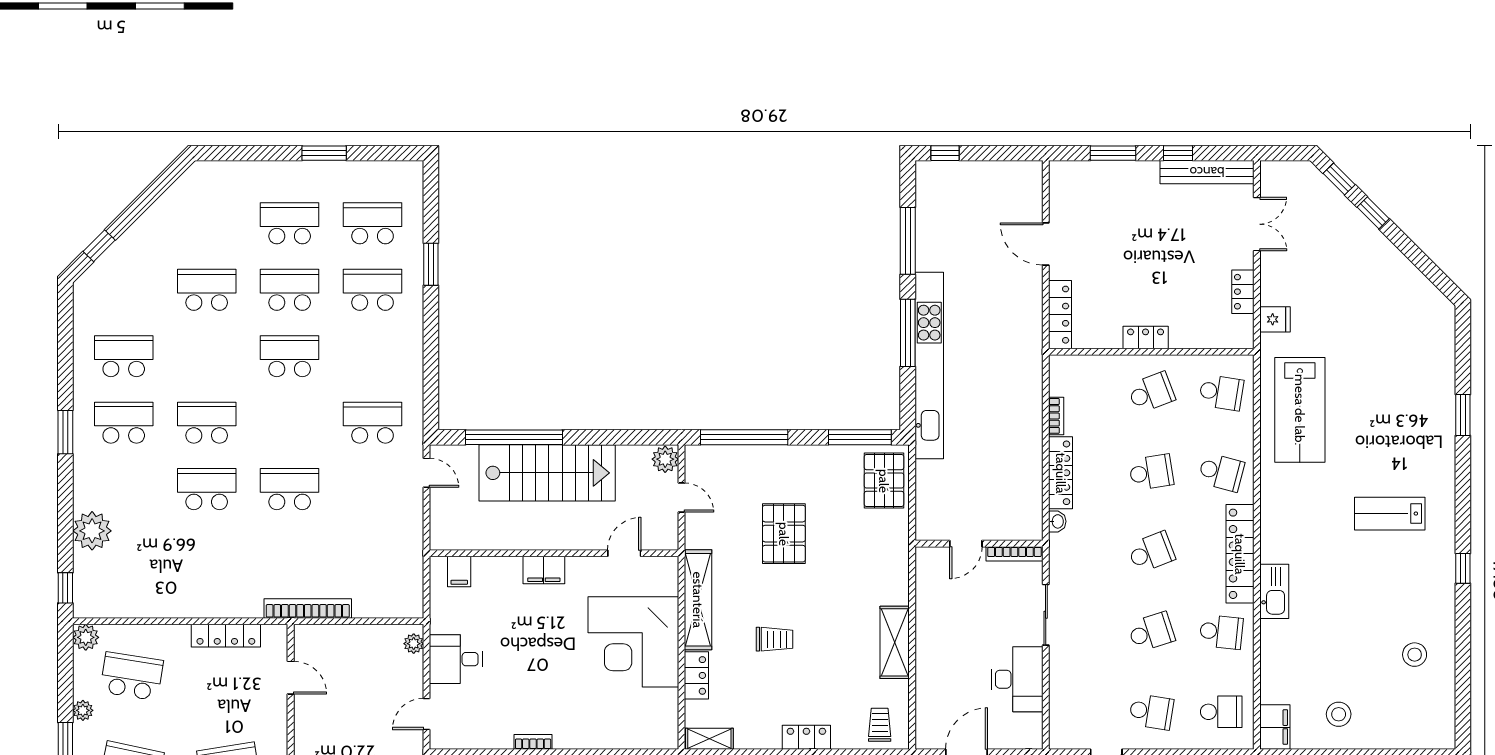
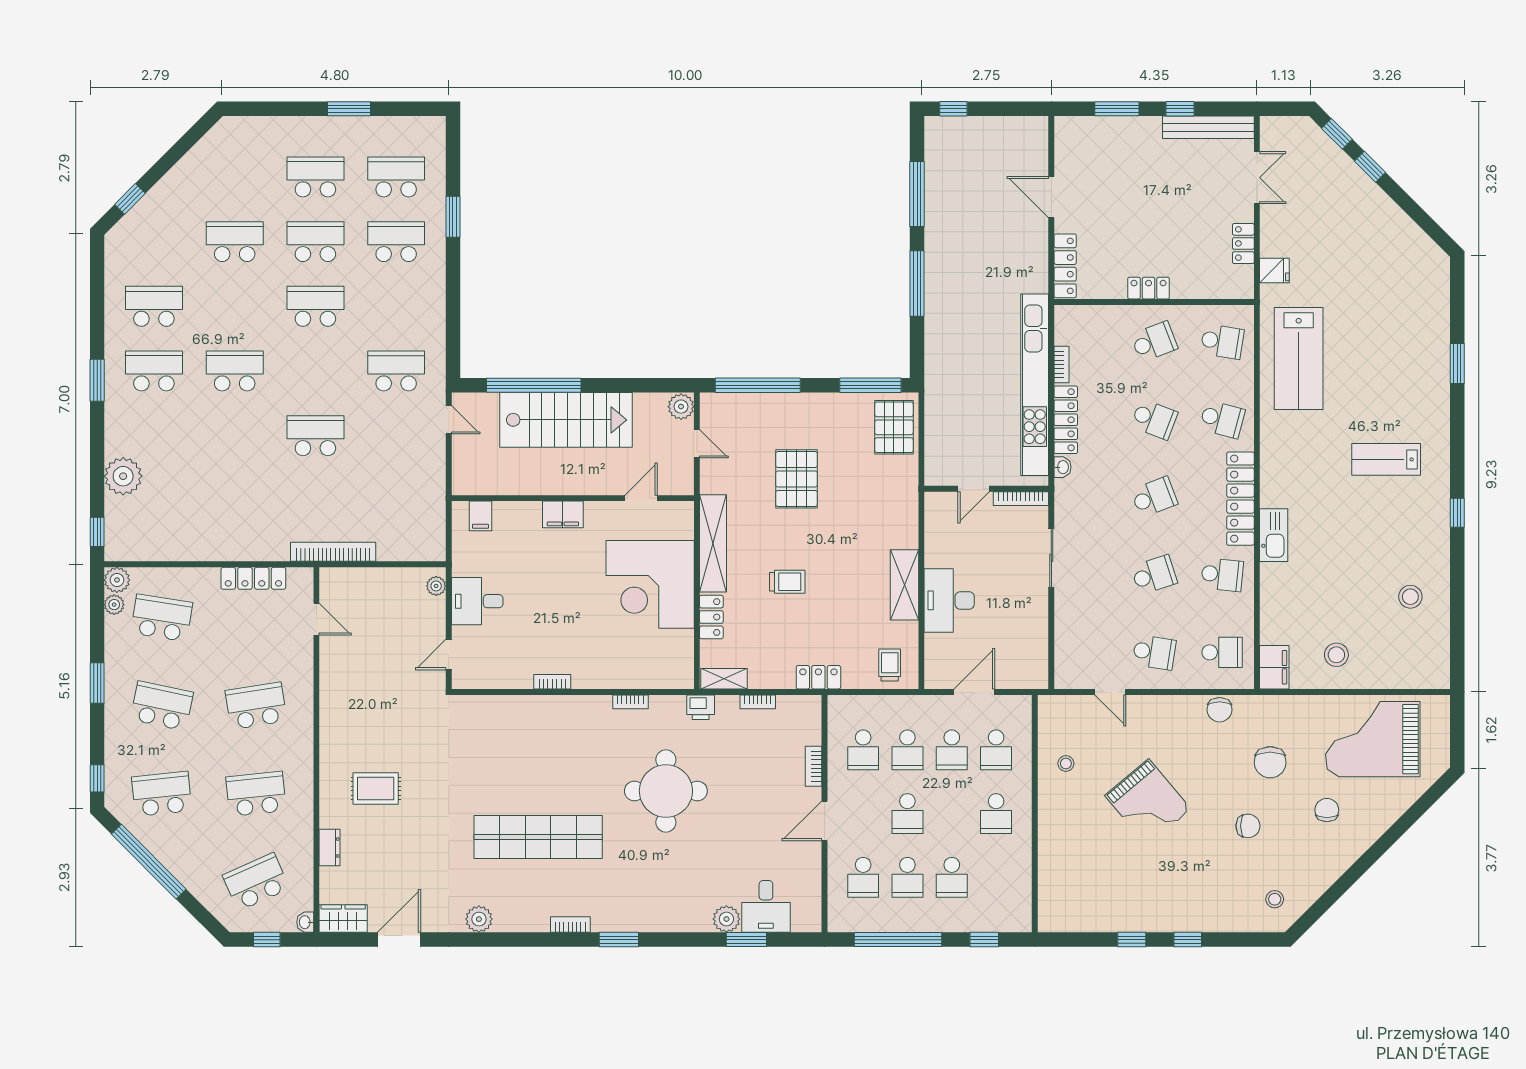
kitchen unit: (929, 366) -> (1035, 385), moved, turned 180
school desk: (1151, 472) -> (1154, 419), turned 30
school desk: (207, 489) -> (235, 436), removed
desk: (1017, 679) -> (949, 600), moved, turned 180
plant: (83, 710) -> (114, 605), moved

